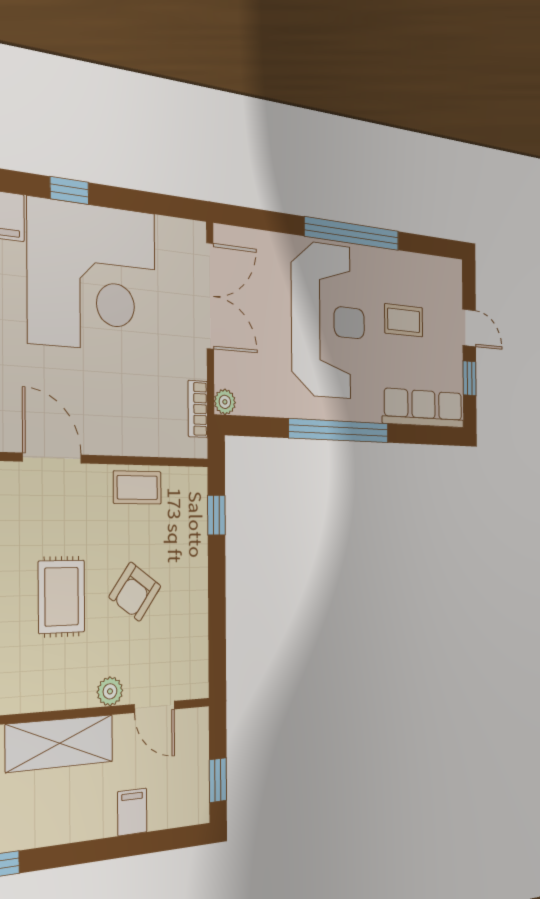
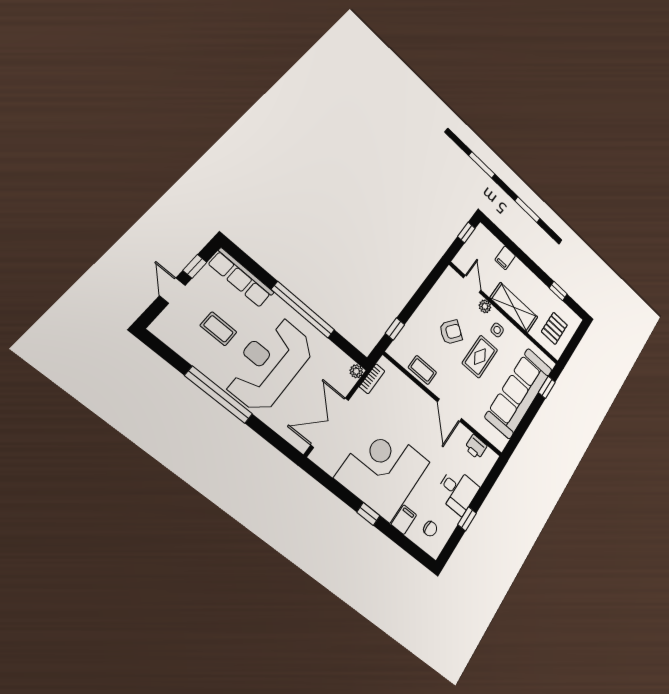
side table: (63, 672) -> (497, 330), added

